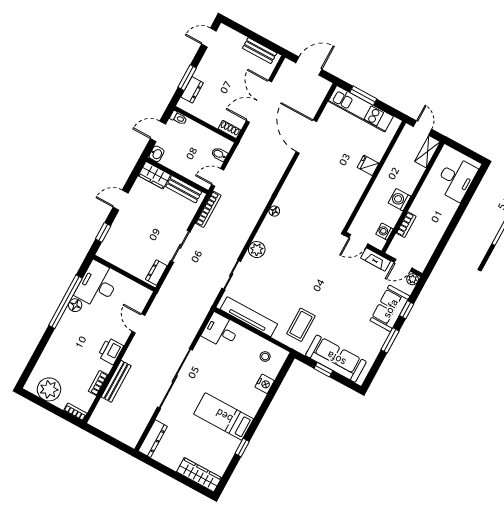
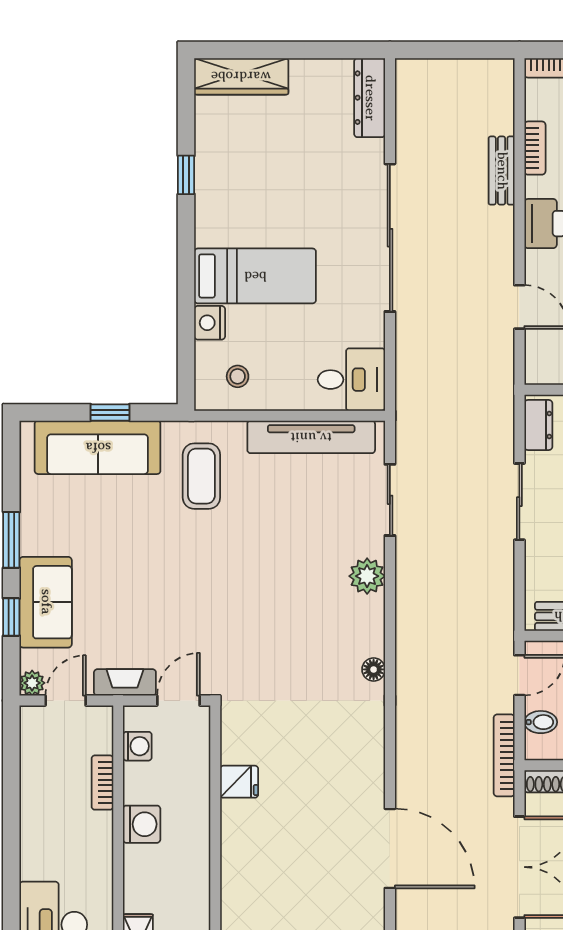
fridge: (368, 165) -> (239, 782), moved
bookcase: (208, 209) -> (504, 755), moved
bench: (116, 381) -> (502, 171), width x0.73
bed: (224, 416) -> (255, 276), moved

